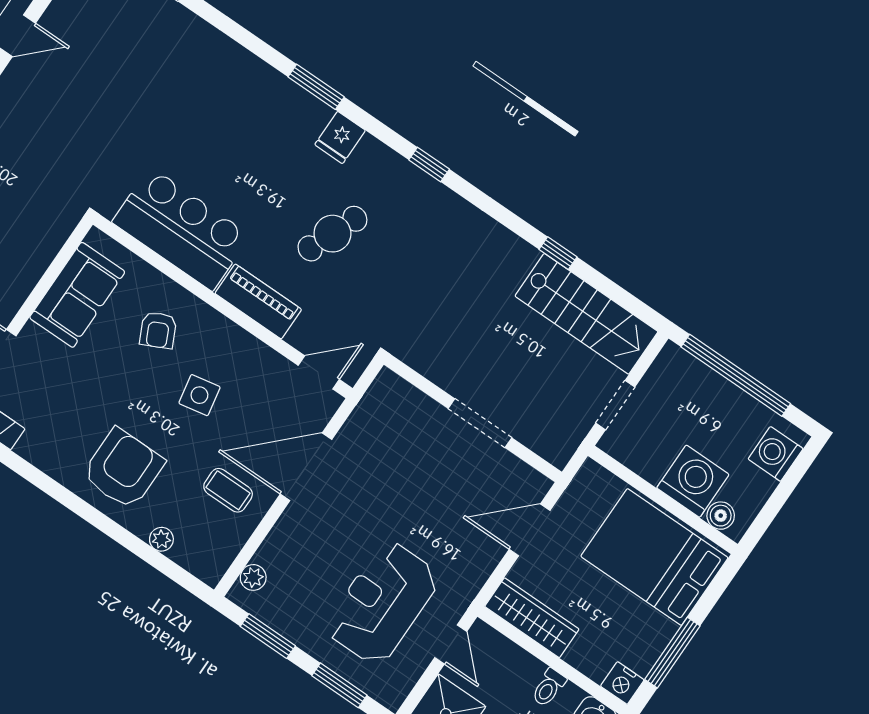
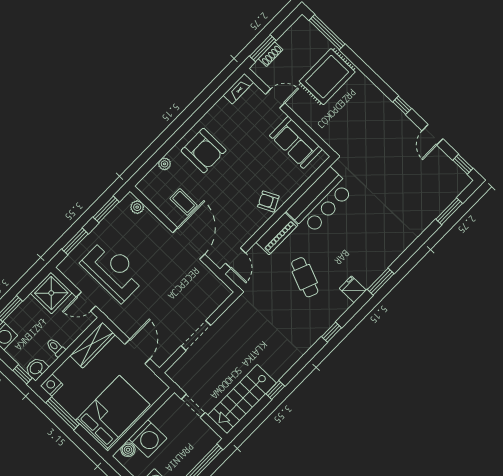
armchair: (158, 330) -> (268, 201), moved
side table: (199, 395) -> (234, 196), removed
coffee table: (228, 490) -> (184, 202), turned 90

